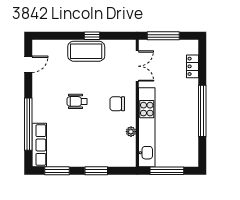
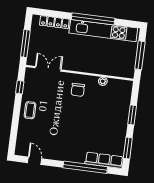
window: (92, 36) -> (20, 87), moved
coffee table: (86, 51) -> (30, 110), width x0.54, depth x0.58
locker: (192, 66) -> (54, 22), width x1.53
wheelchair: (77, 101) -> (71, 123), removed
kitchen unit: (147, 127) -> (103, 31), moved, turned 180

